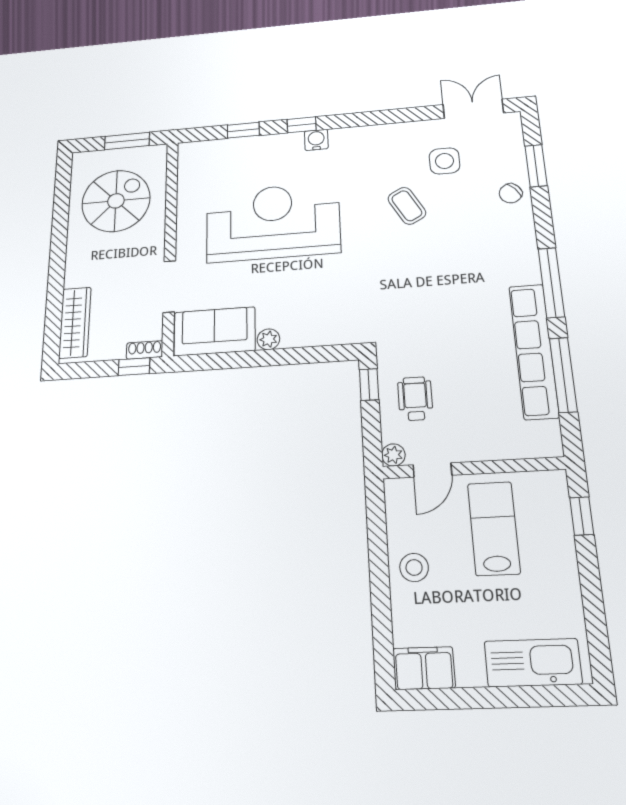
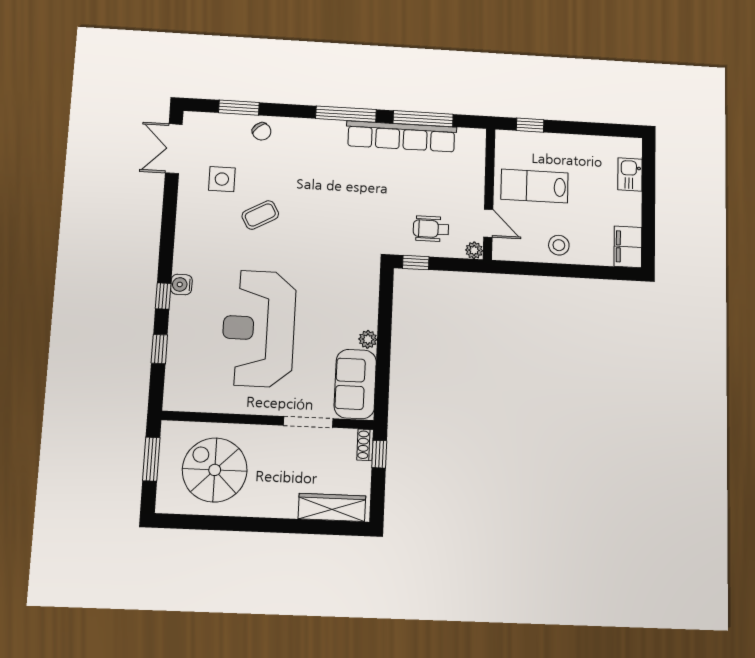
kitchen sink: (533, 663) -> (630, 174), width x0.53, depth x0.81

